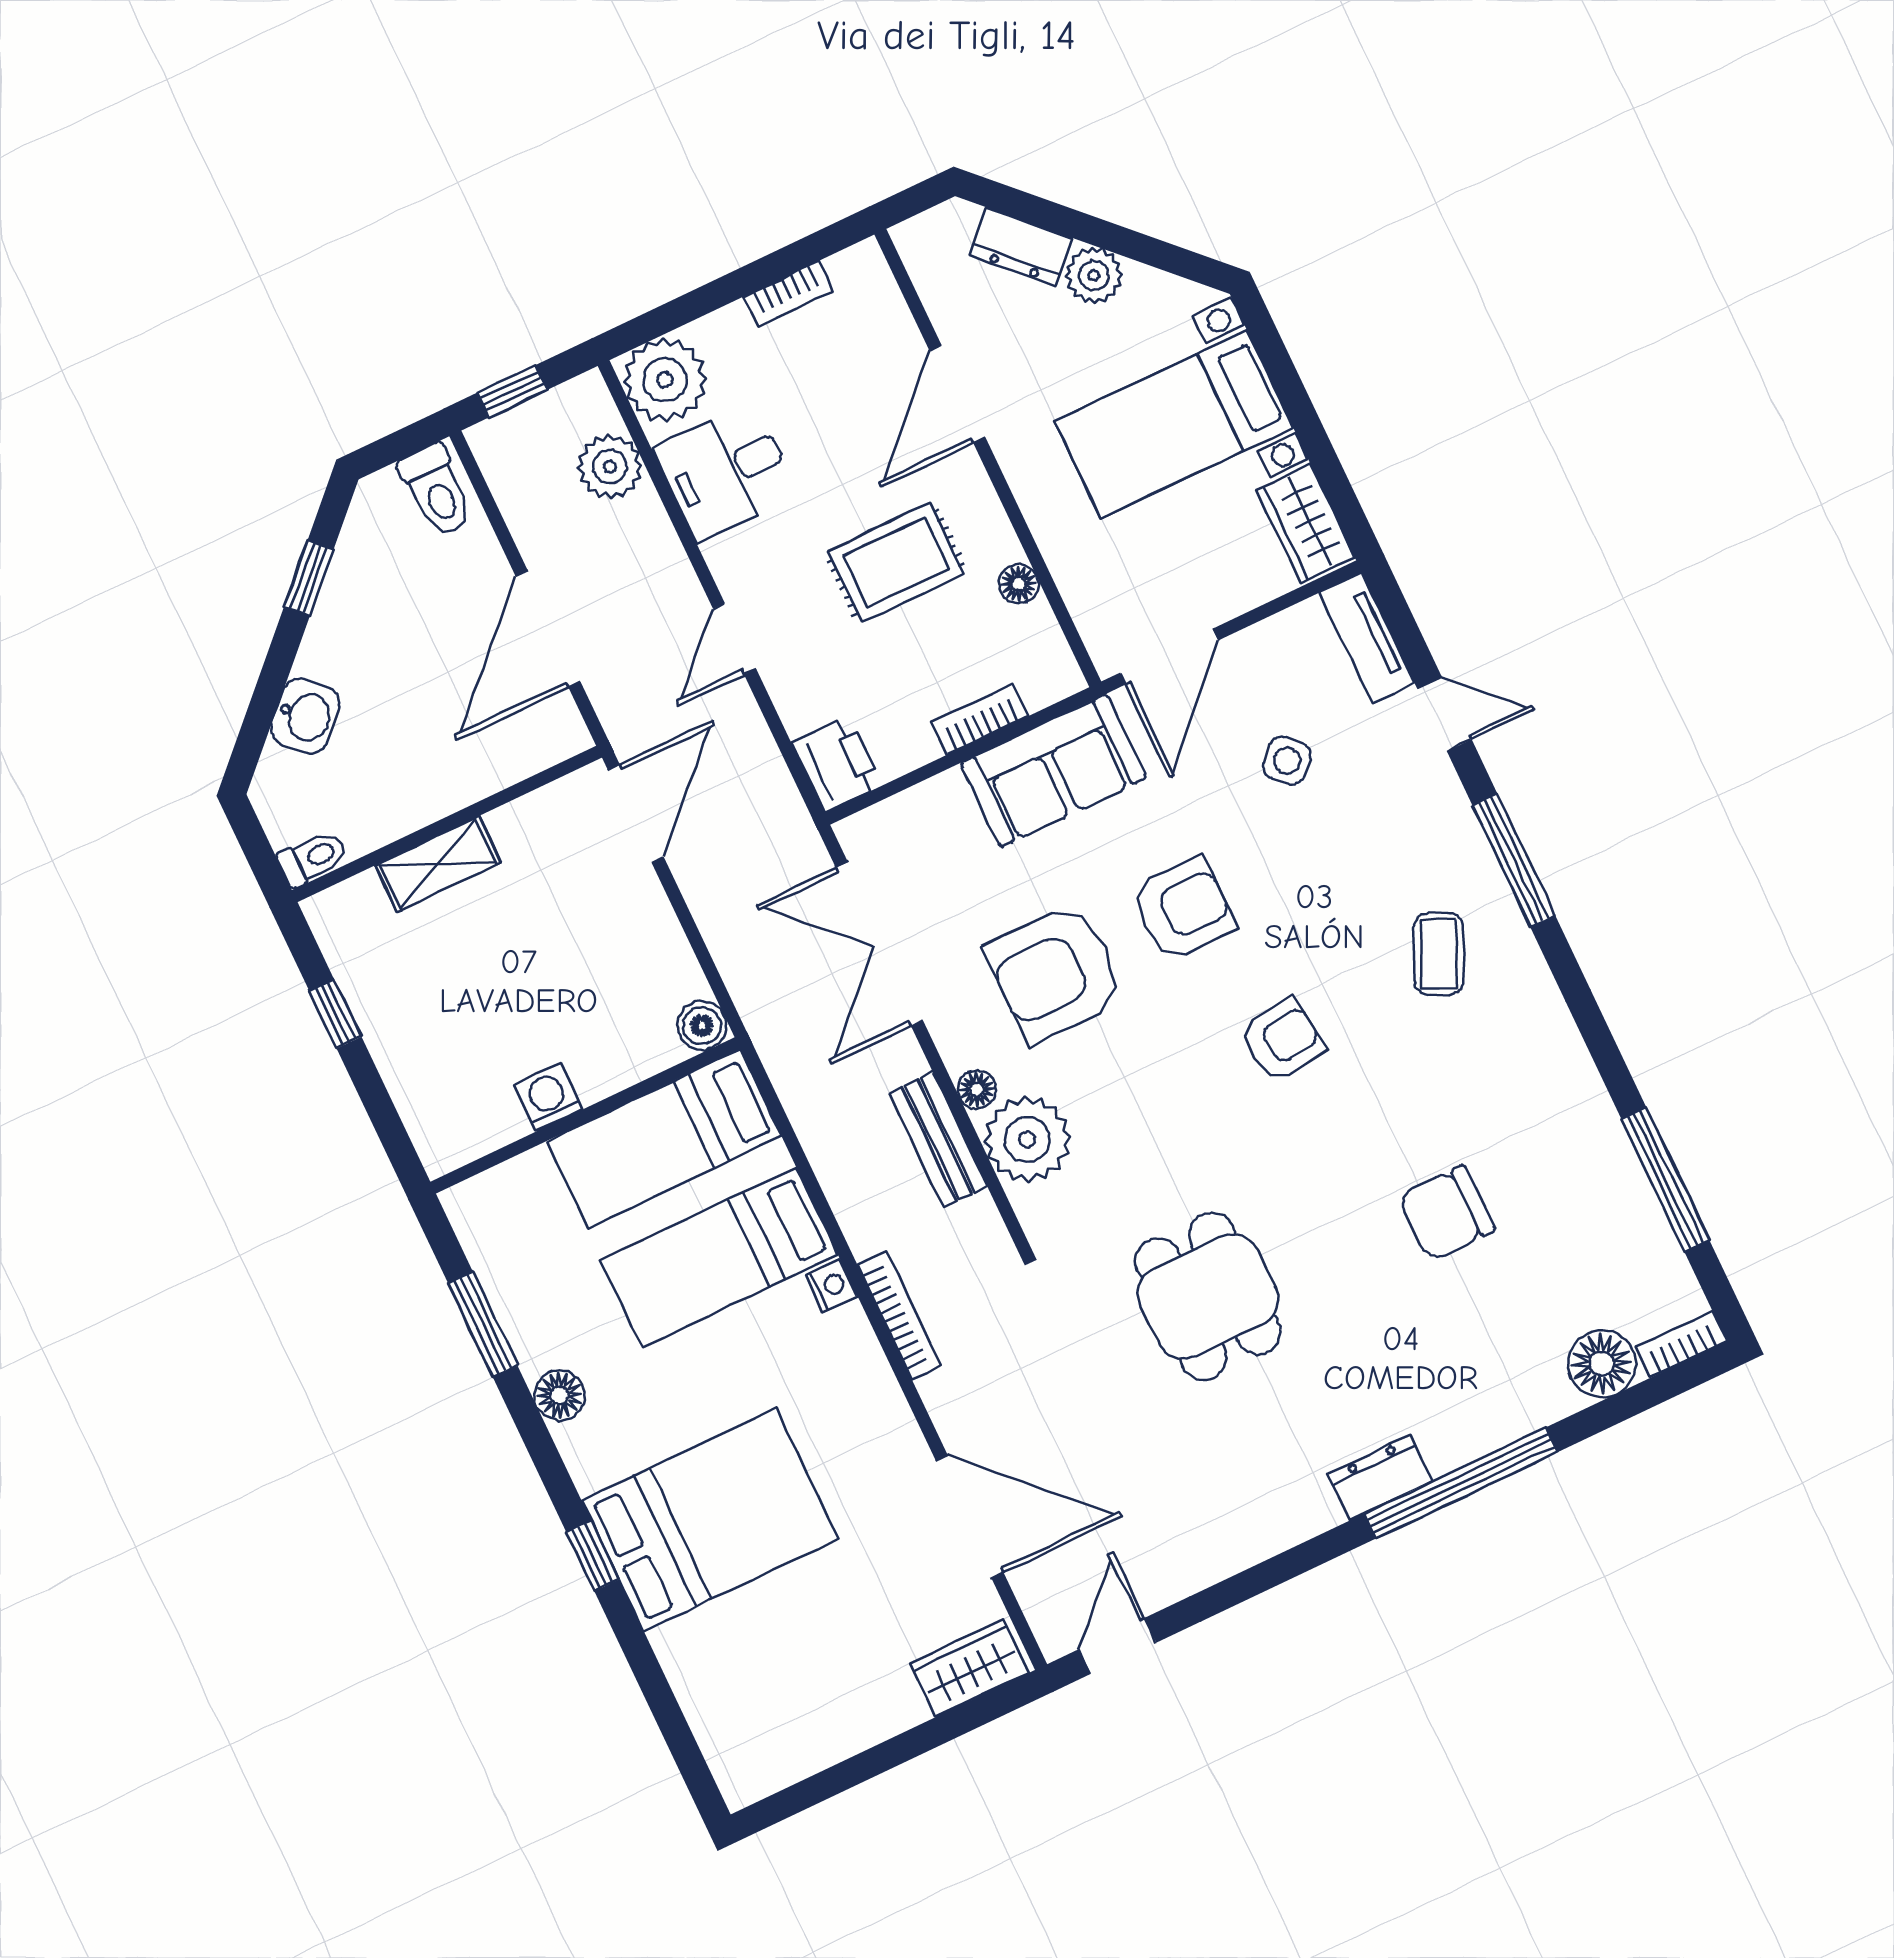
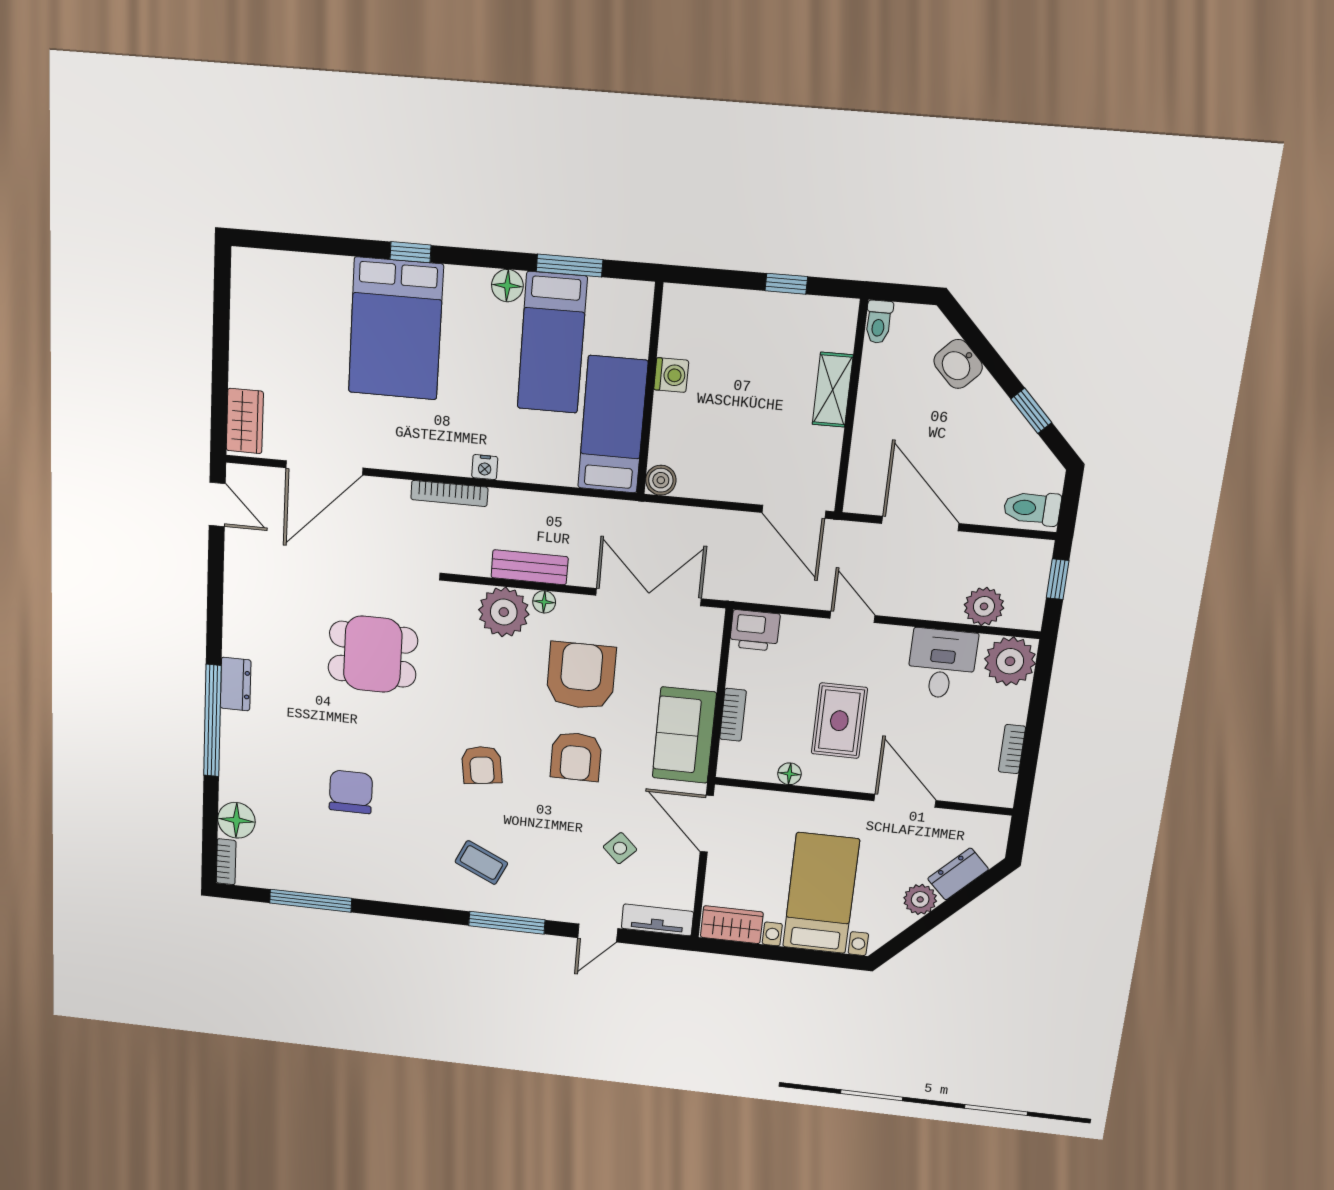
bed: (719, 1257) -> (552, 343), moved, turned 180

